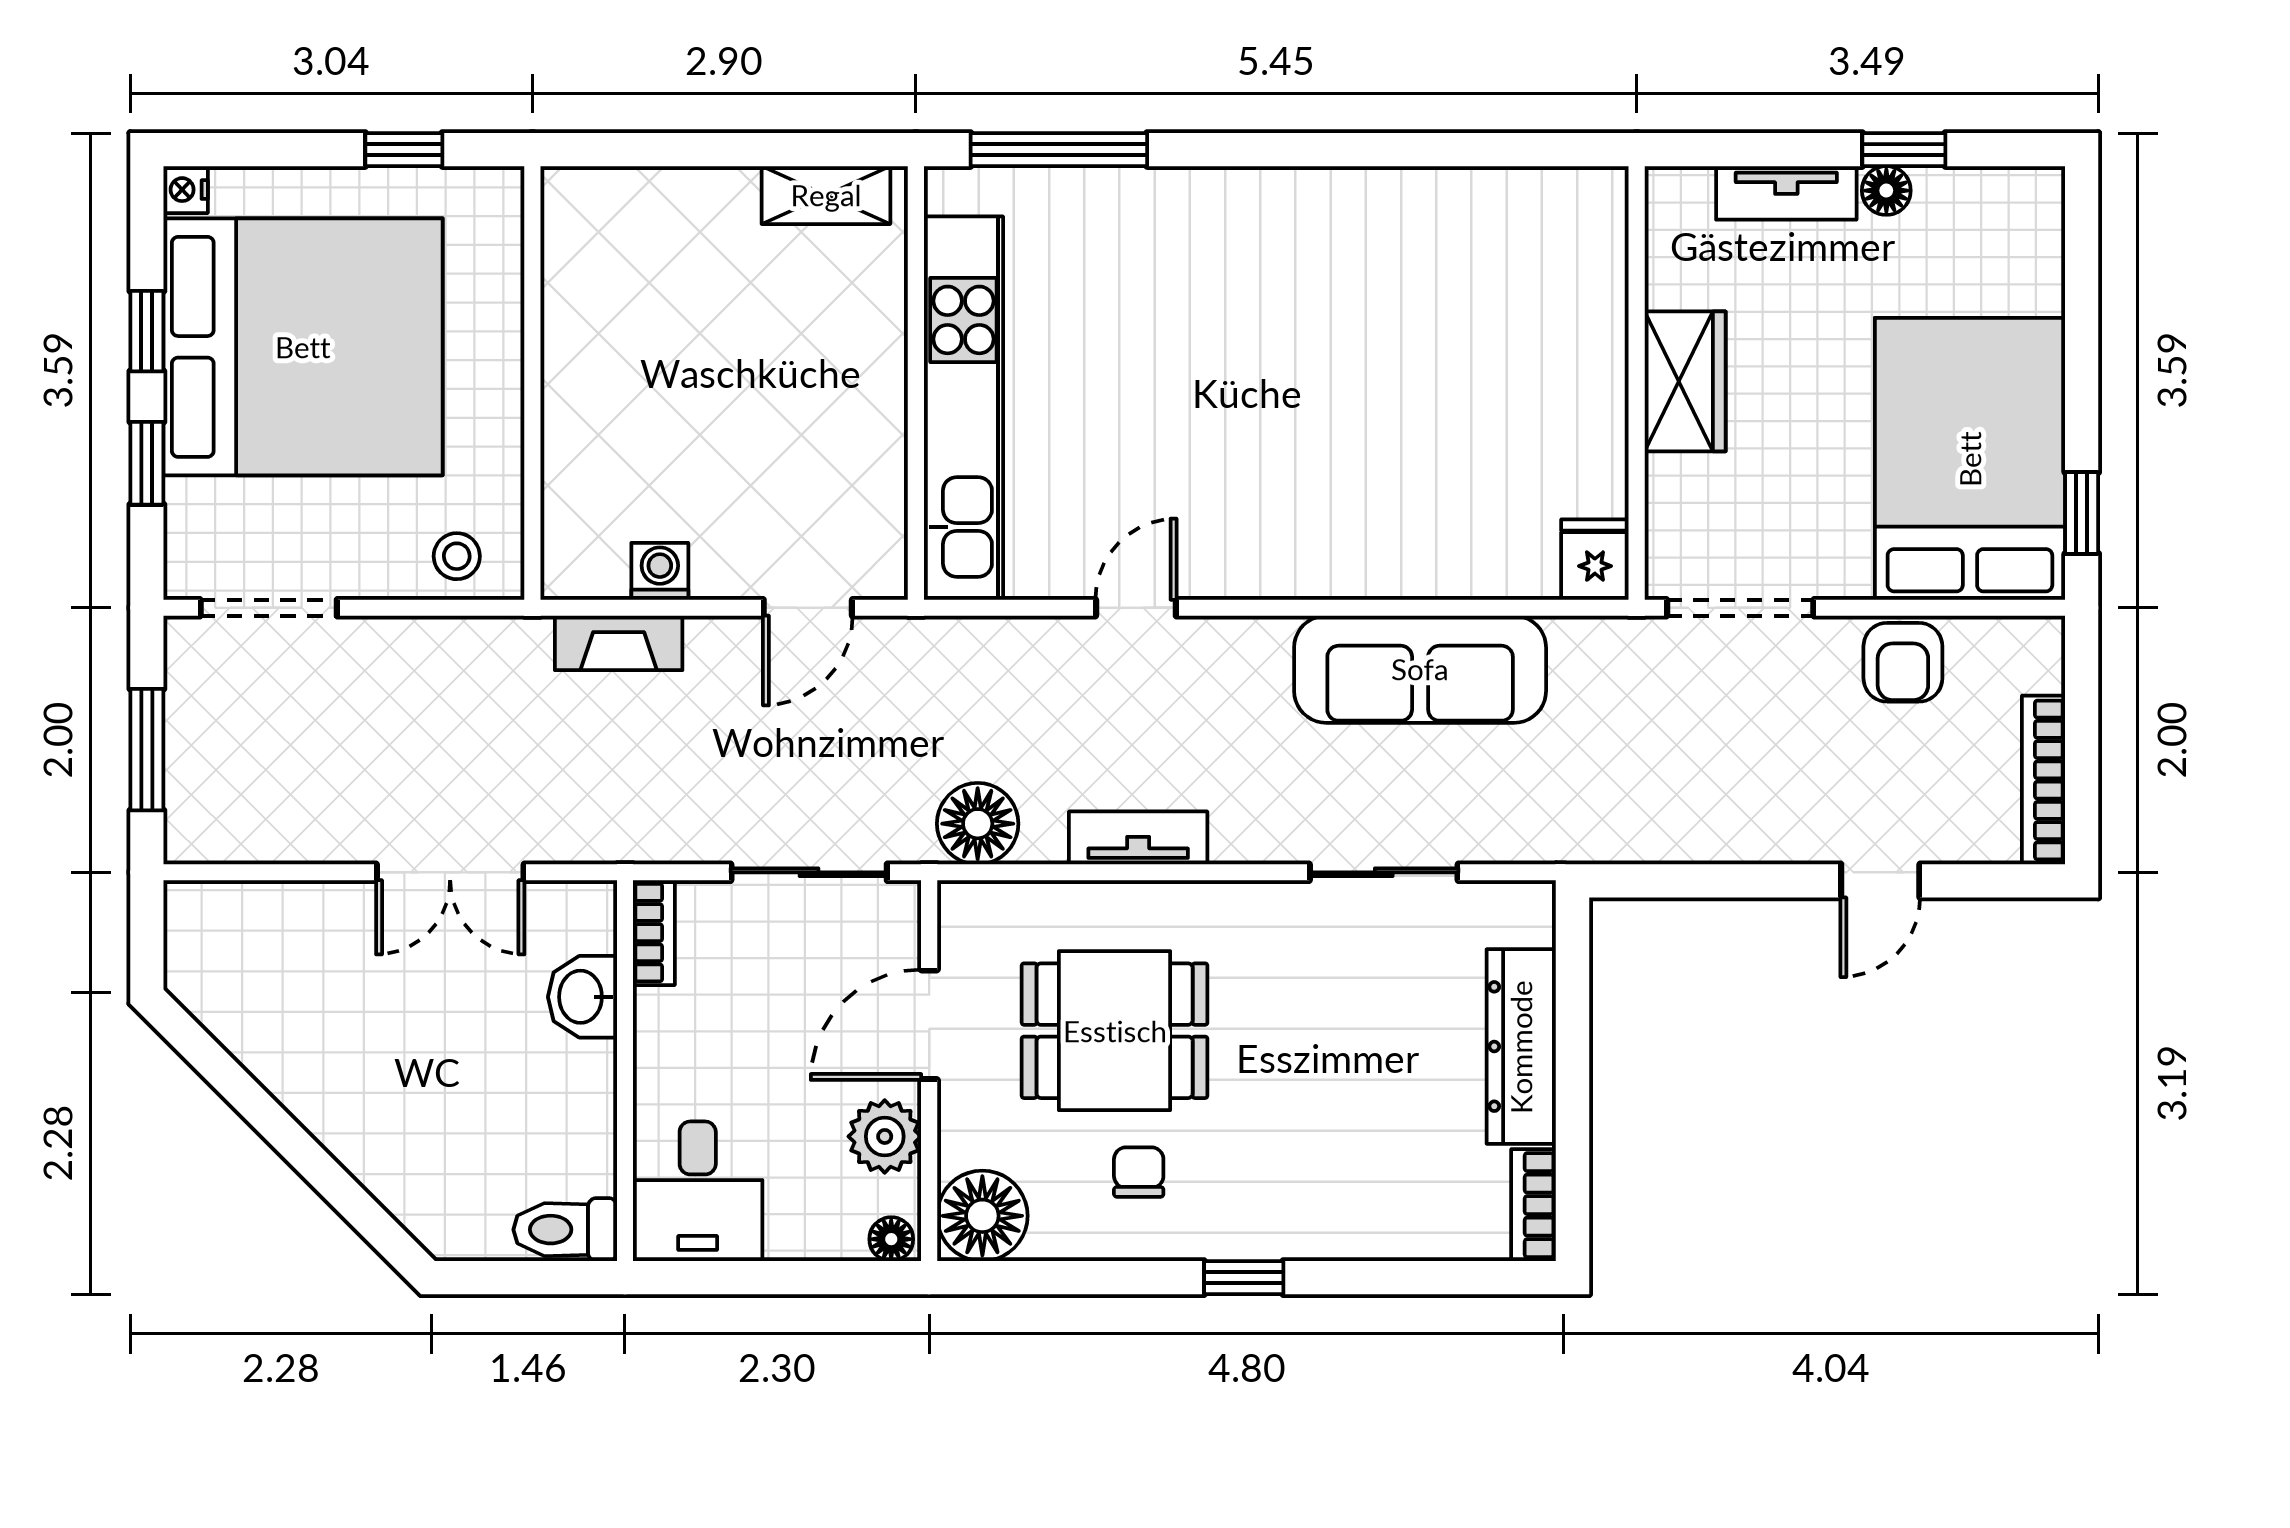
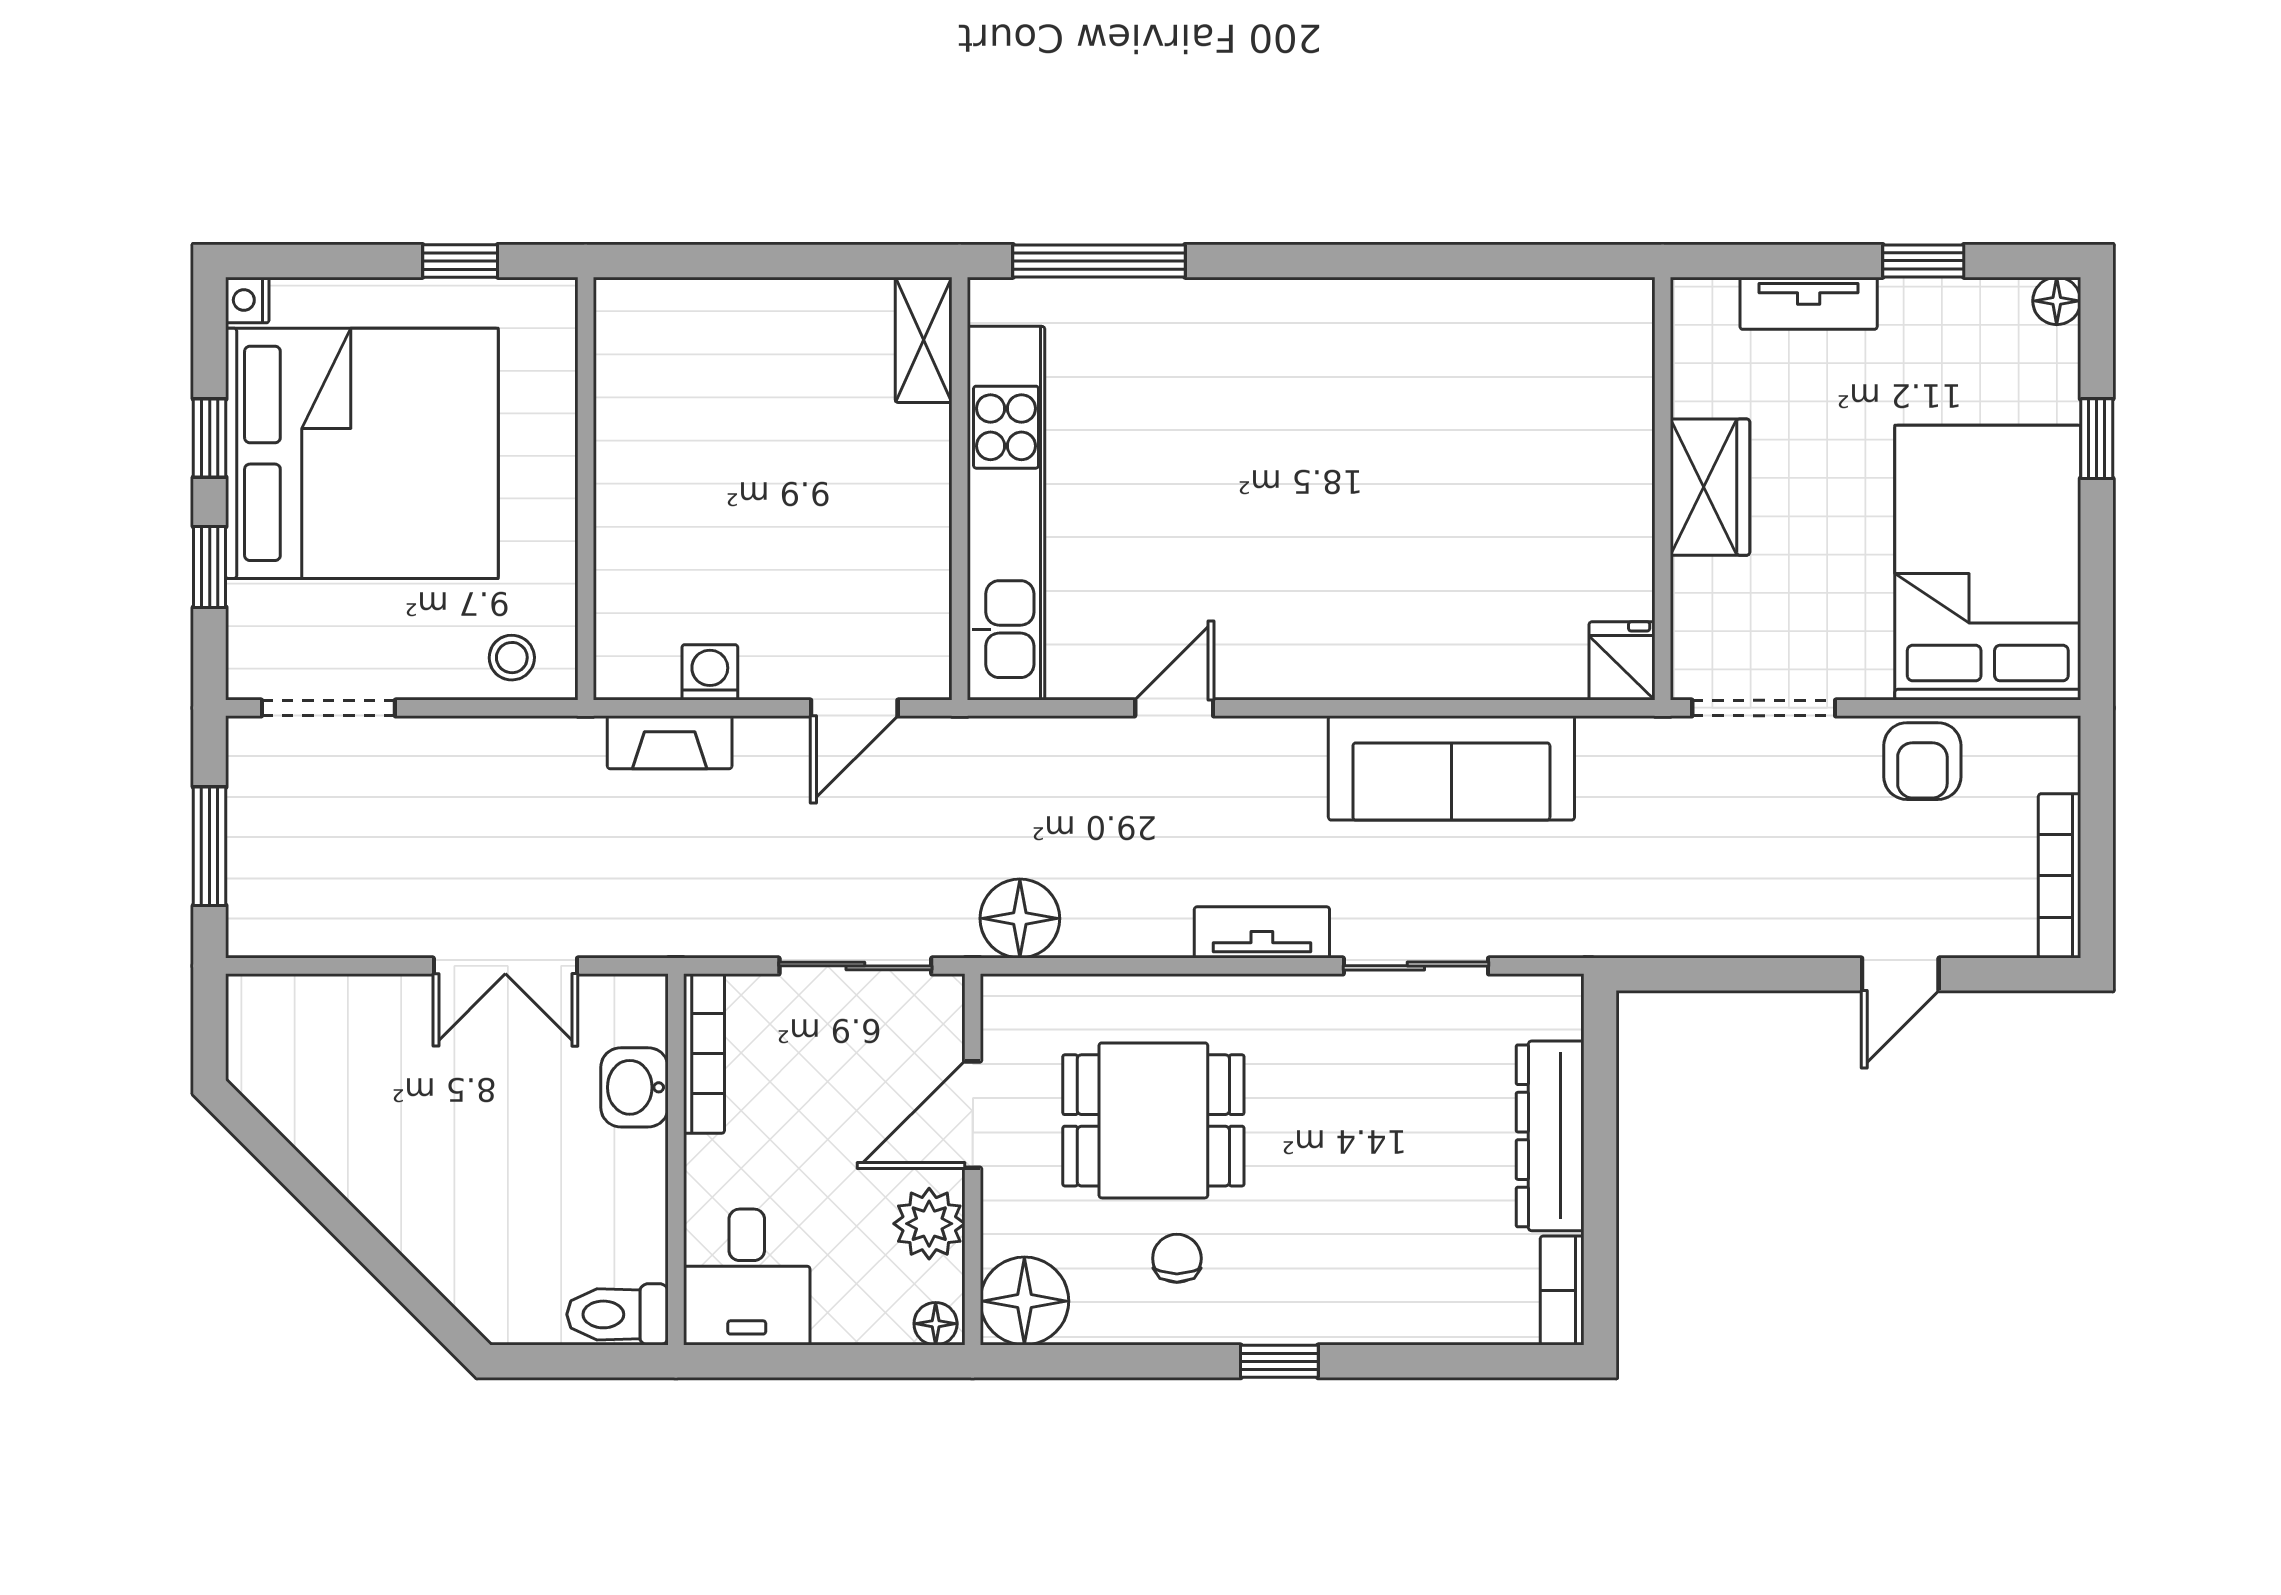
floor lamp: (1886, 191) -> (2057, 301), moved
shelving: (826, 195) -> (924, 340), moved, turned 90
window: (2082, 513) -> (2097, 439), moved
tv unit: (1138, 838) -> (1262, 932), moved
bookcase: (654, 933) -> (704, 1054), width x1.56

